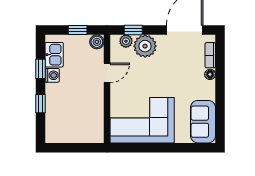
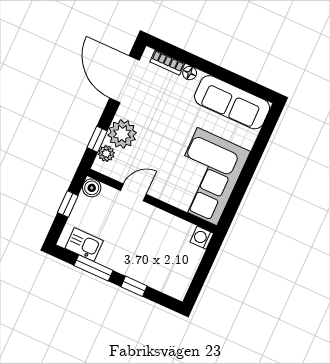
window: (41, 69) -> (94, 268), width x1.50
door: (107, 73) -> (133, 192), hinge flipped
washing machine: (52, 75) -> (202, 238), moved, turned -90
sofa: (203, 122) -> (232, 102), width x1.36

